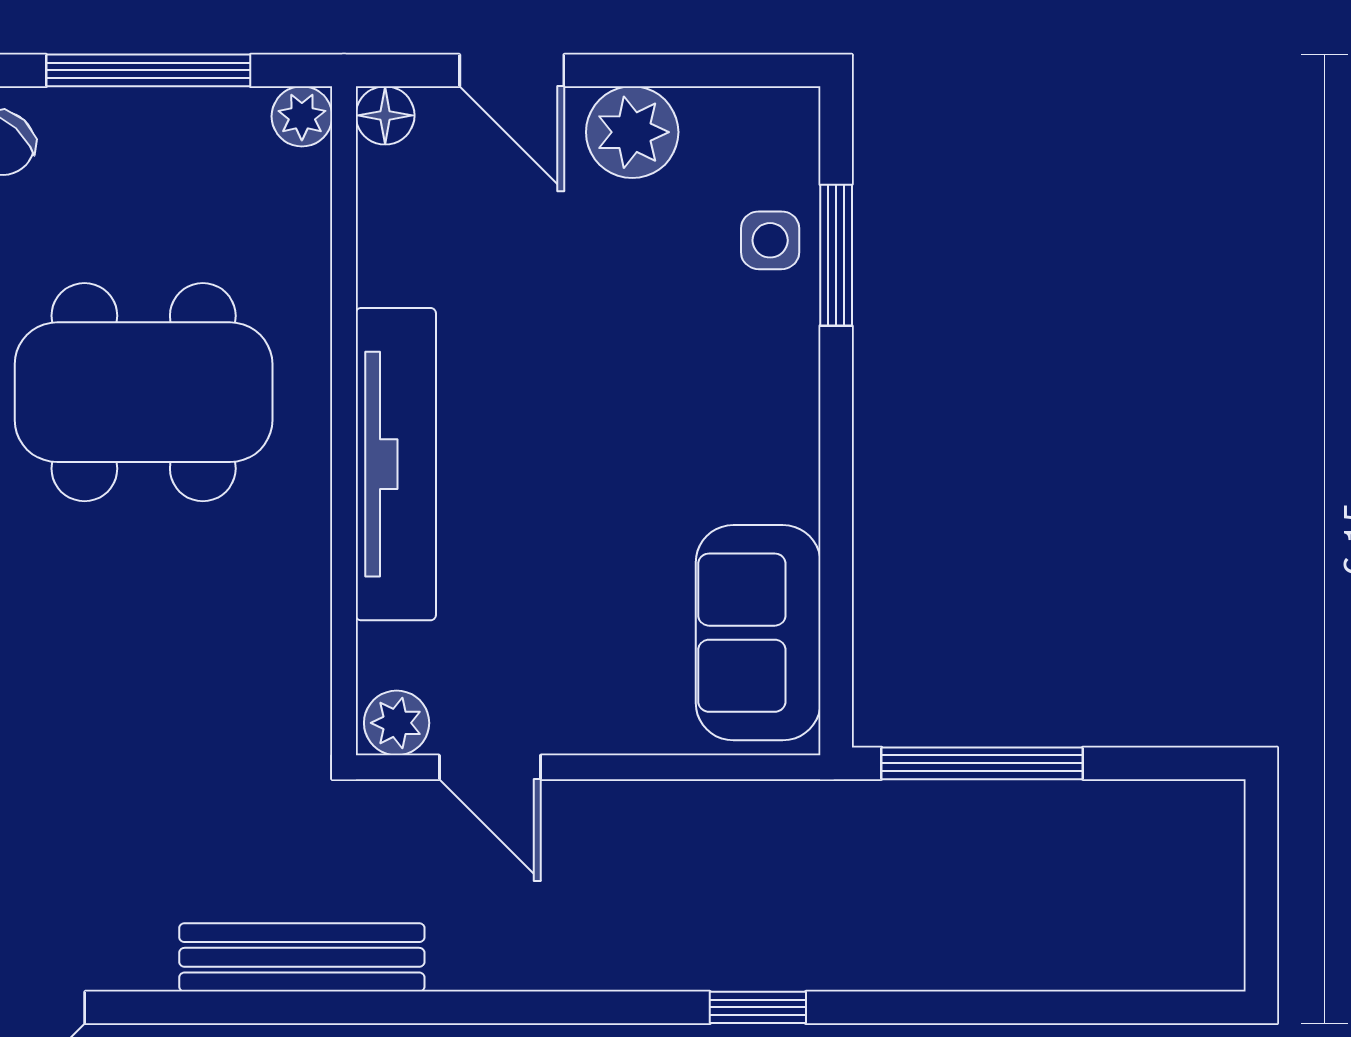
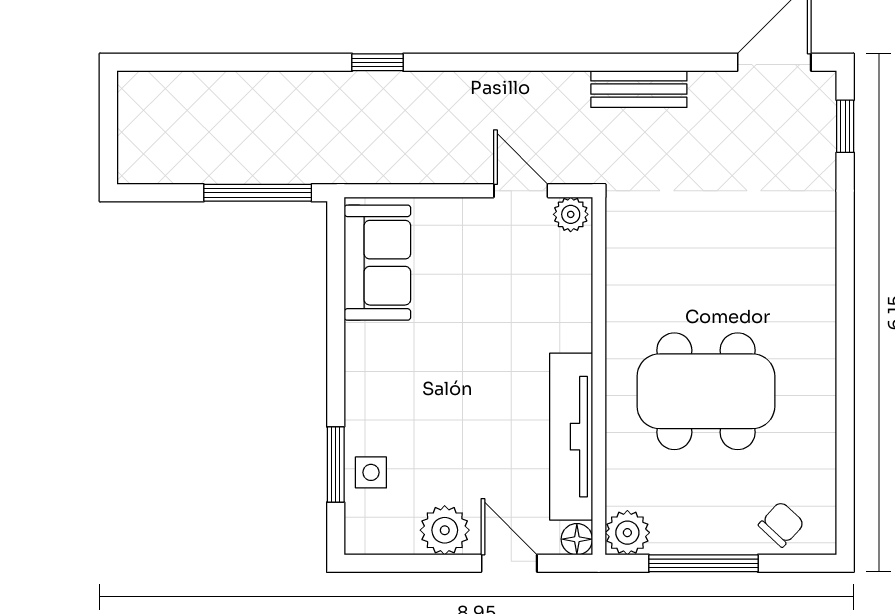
plant: (302, 116) -> (627, 533), width x1.38, depth x1.38
tv unit: (396, 464) -> (571, 437), moved
bench: (302, 957) -> (639, 89), width x0.73

